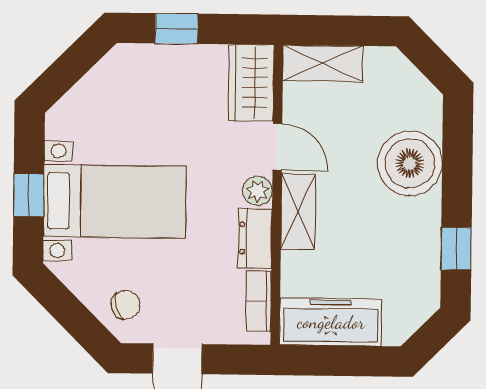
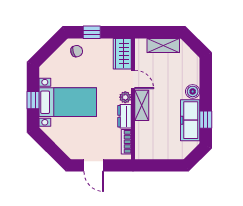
shelving: (323, 63) -> (163, 46), moved
boiler: (410, 163) -> (193, 91), width x0.54, depth x0.54
chair: (126, 305) -> (77, 51), moved
freezer: (331, 322) -> (190, 120), moved, turned -90

